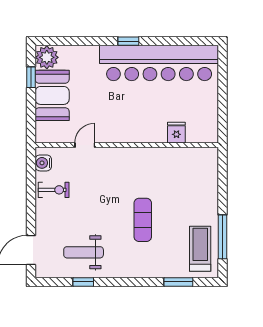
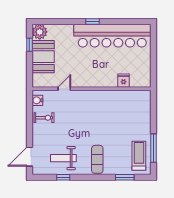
exercise mat: (143, 220) -> (97, 159), moved

